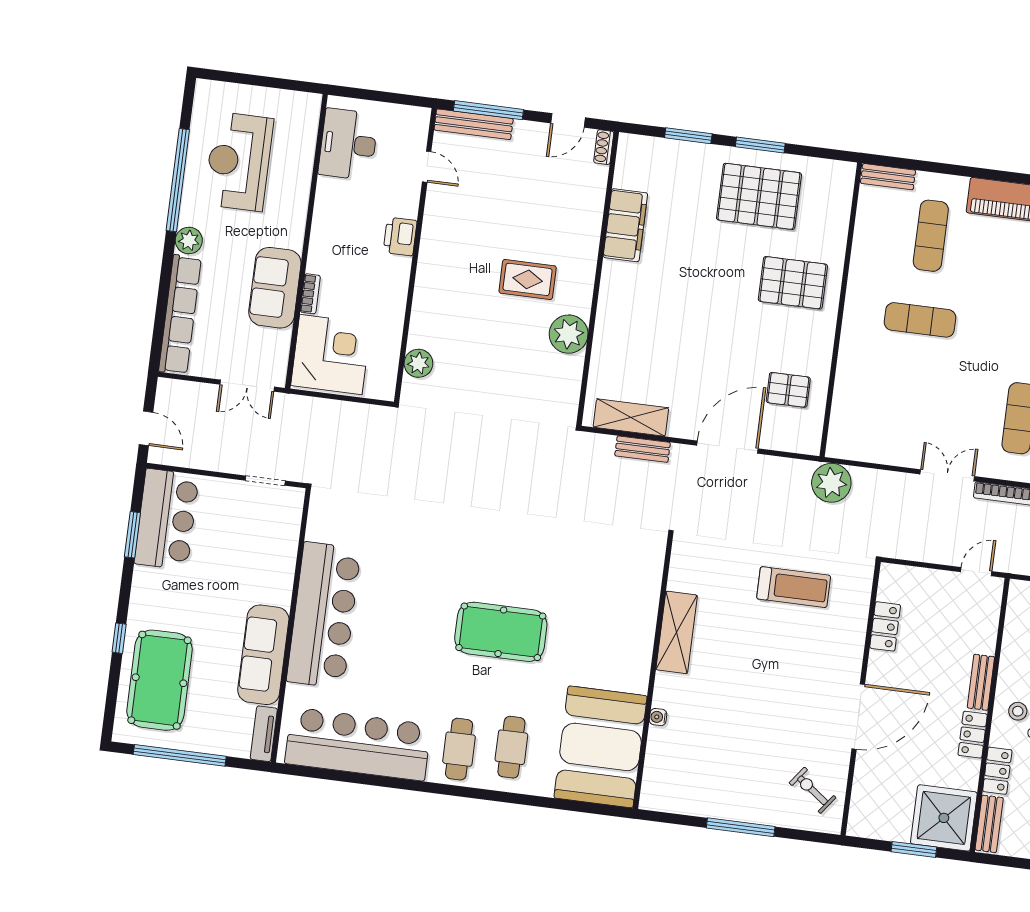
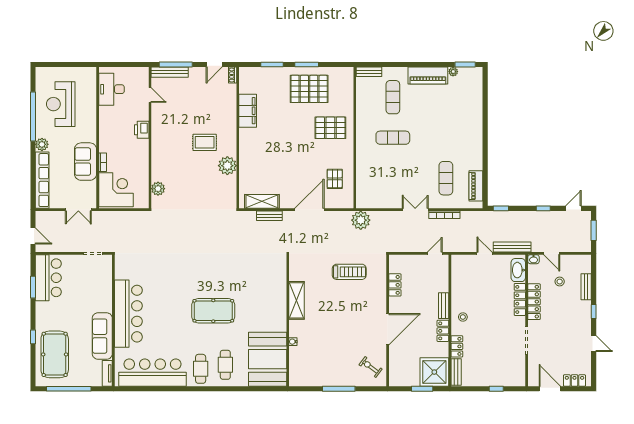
pallet: (788, 390) -> (335, 179), turned 90

